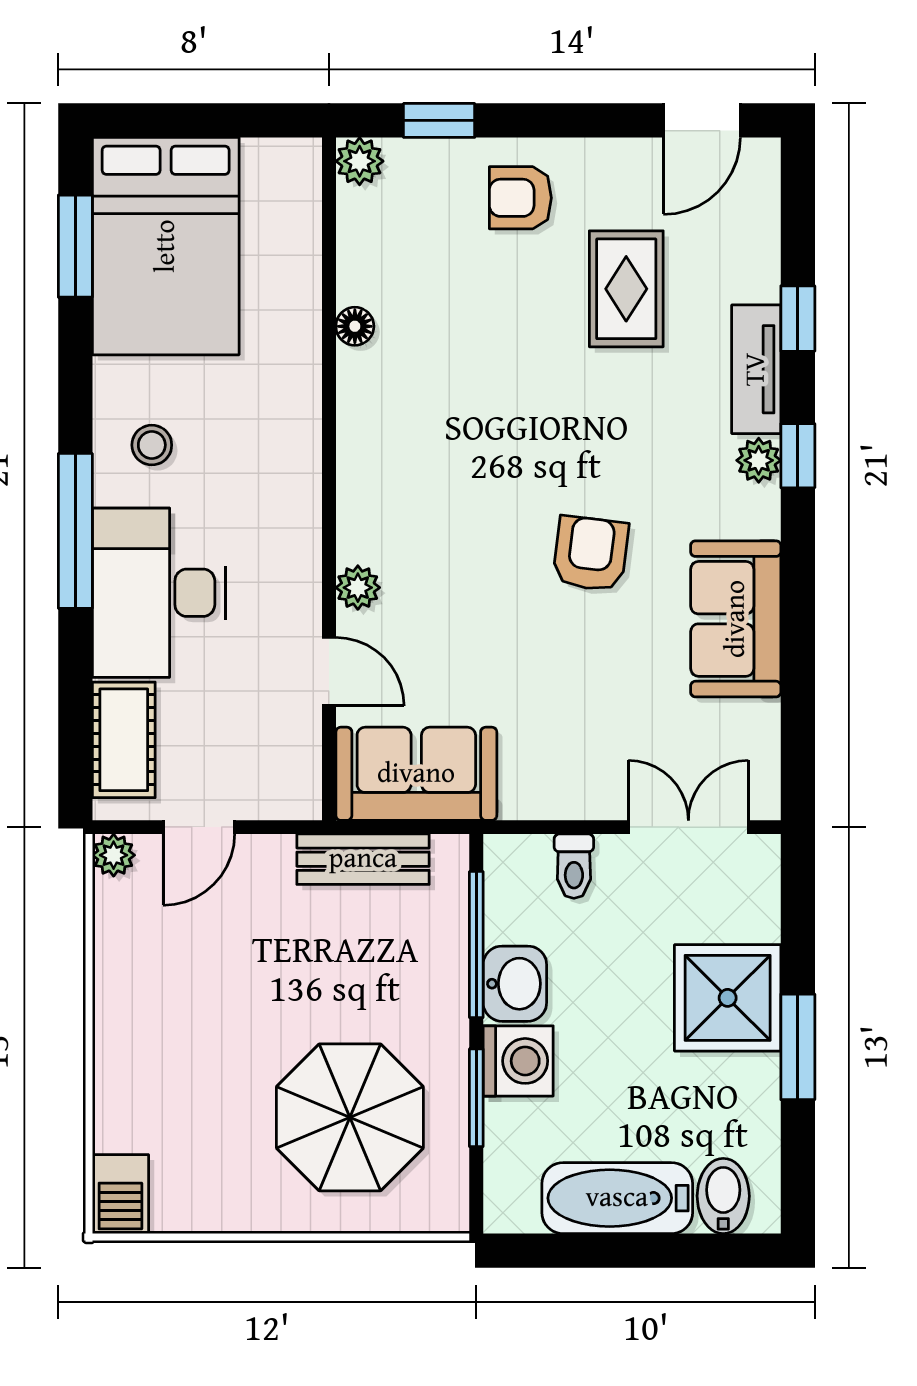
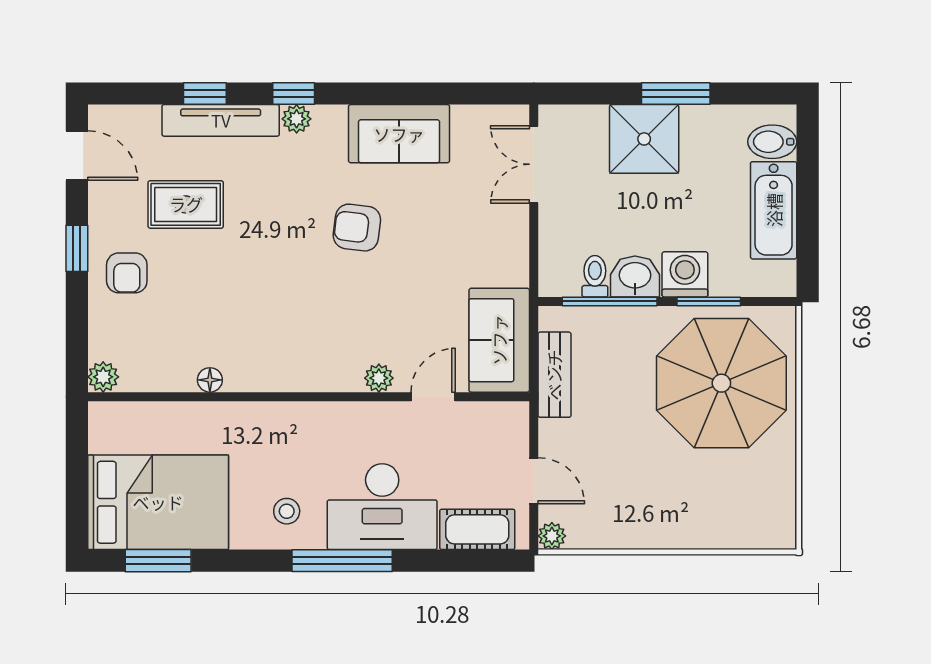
window: (439, 120) -> (77, 248), moved
tv unit: (756, 369) -> (221, 120), width x1.41
toilet: (574, 866) -> (595, 276), moved, turned -90
parasol: (350, 1117) -> (721, 383), width x1.36, depth x1.36
barbecue: (120, 1194) -> (771, 532), removed

